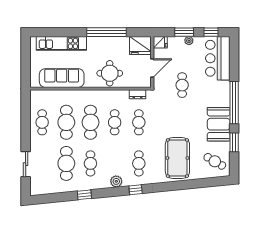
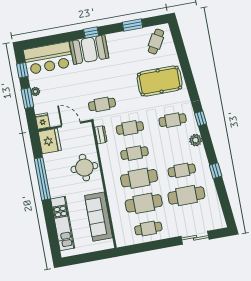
cafe table: (182, 85) -> (102, 104), moved
window: (234, 103) -> (91, 33), width x0.32
booth: (219, 124) -> (89, 50), moved

